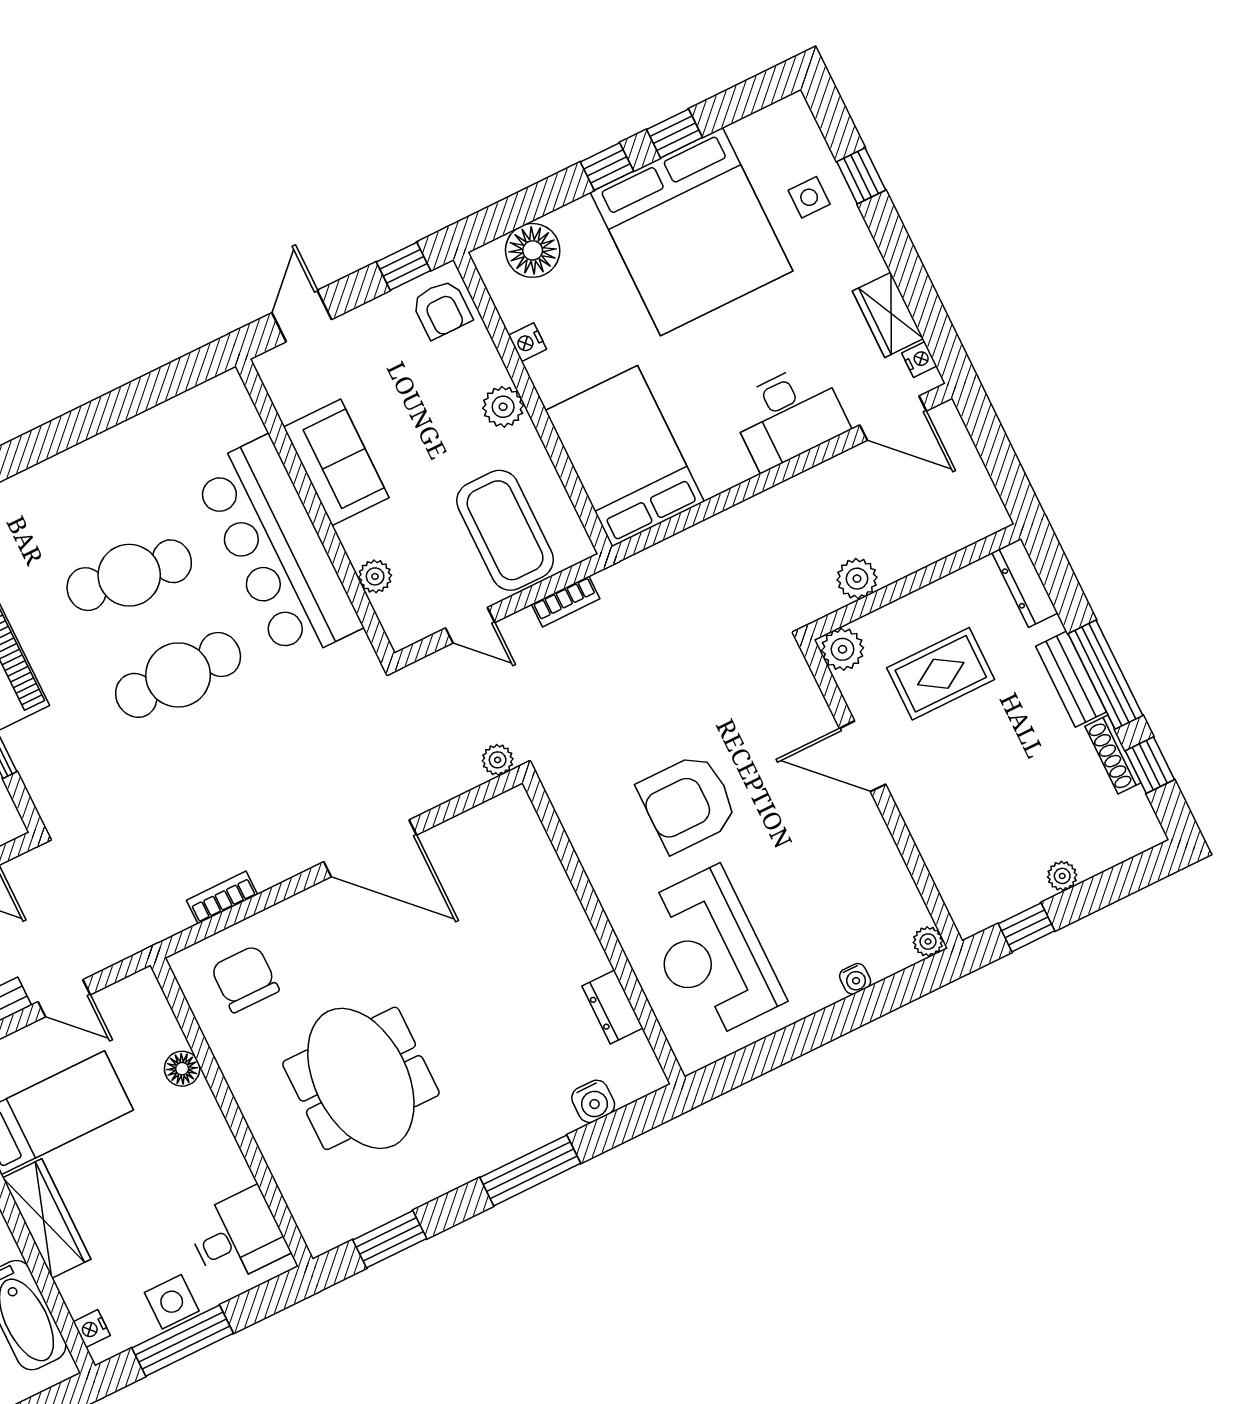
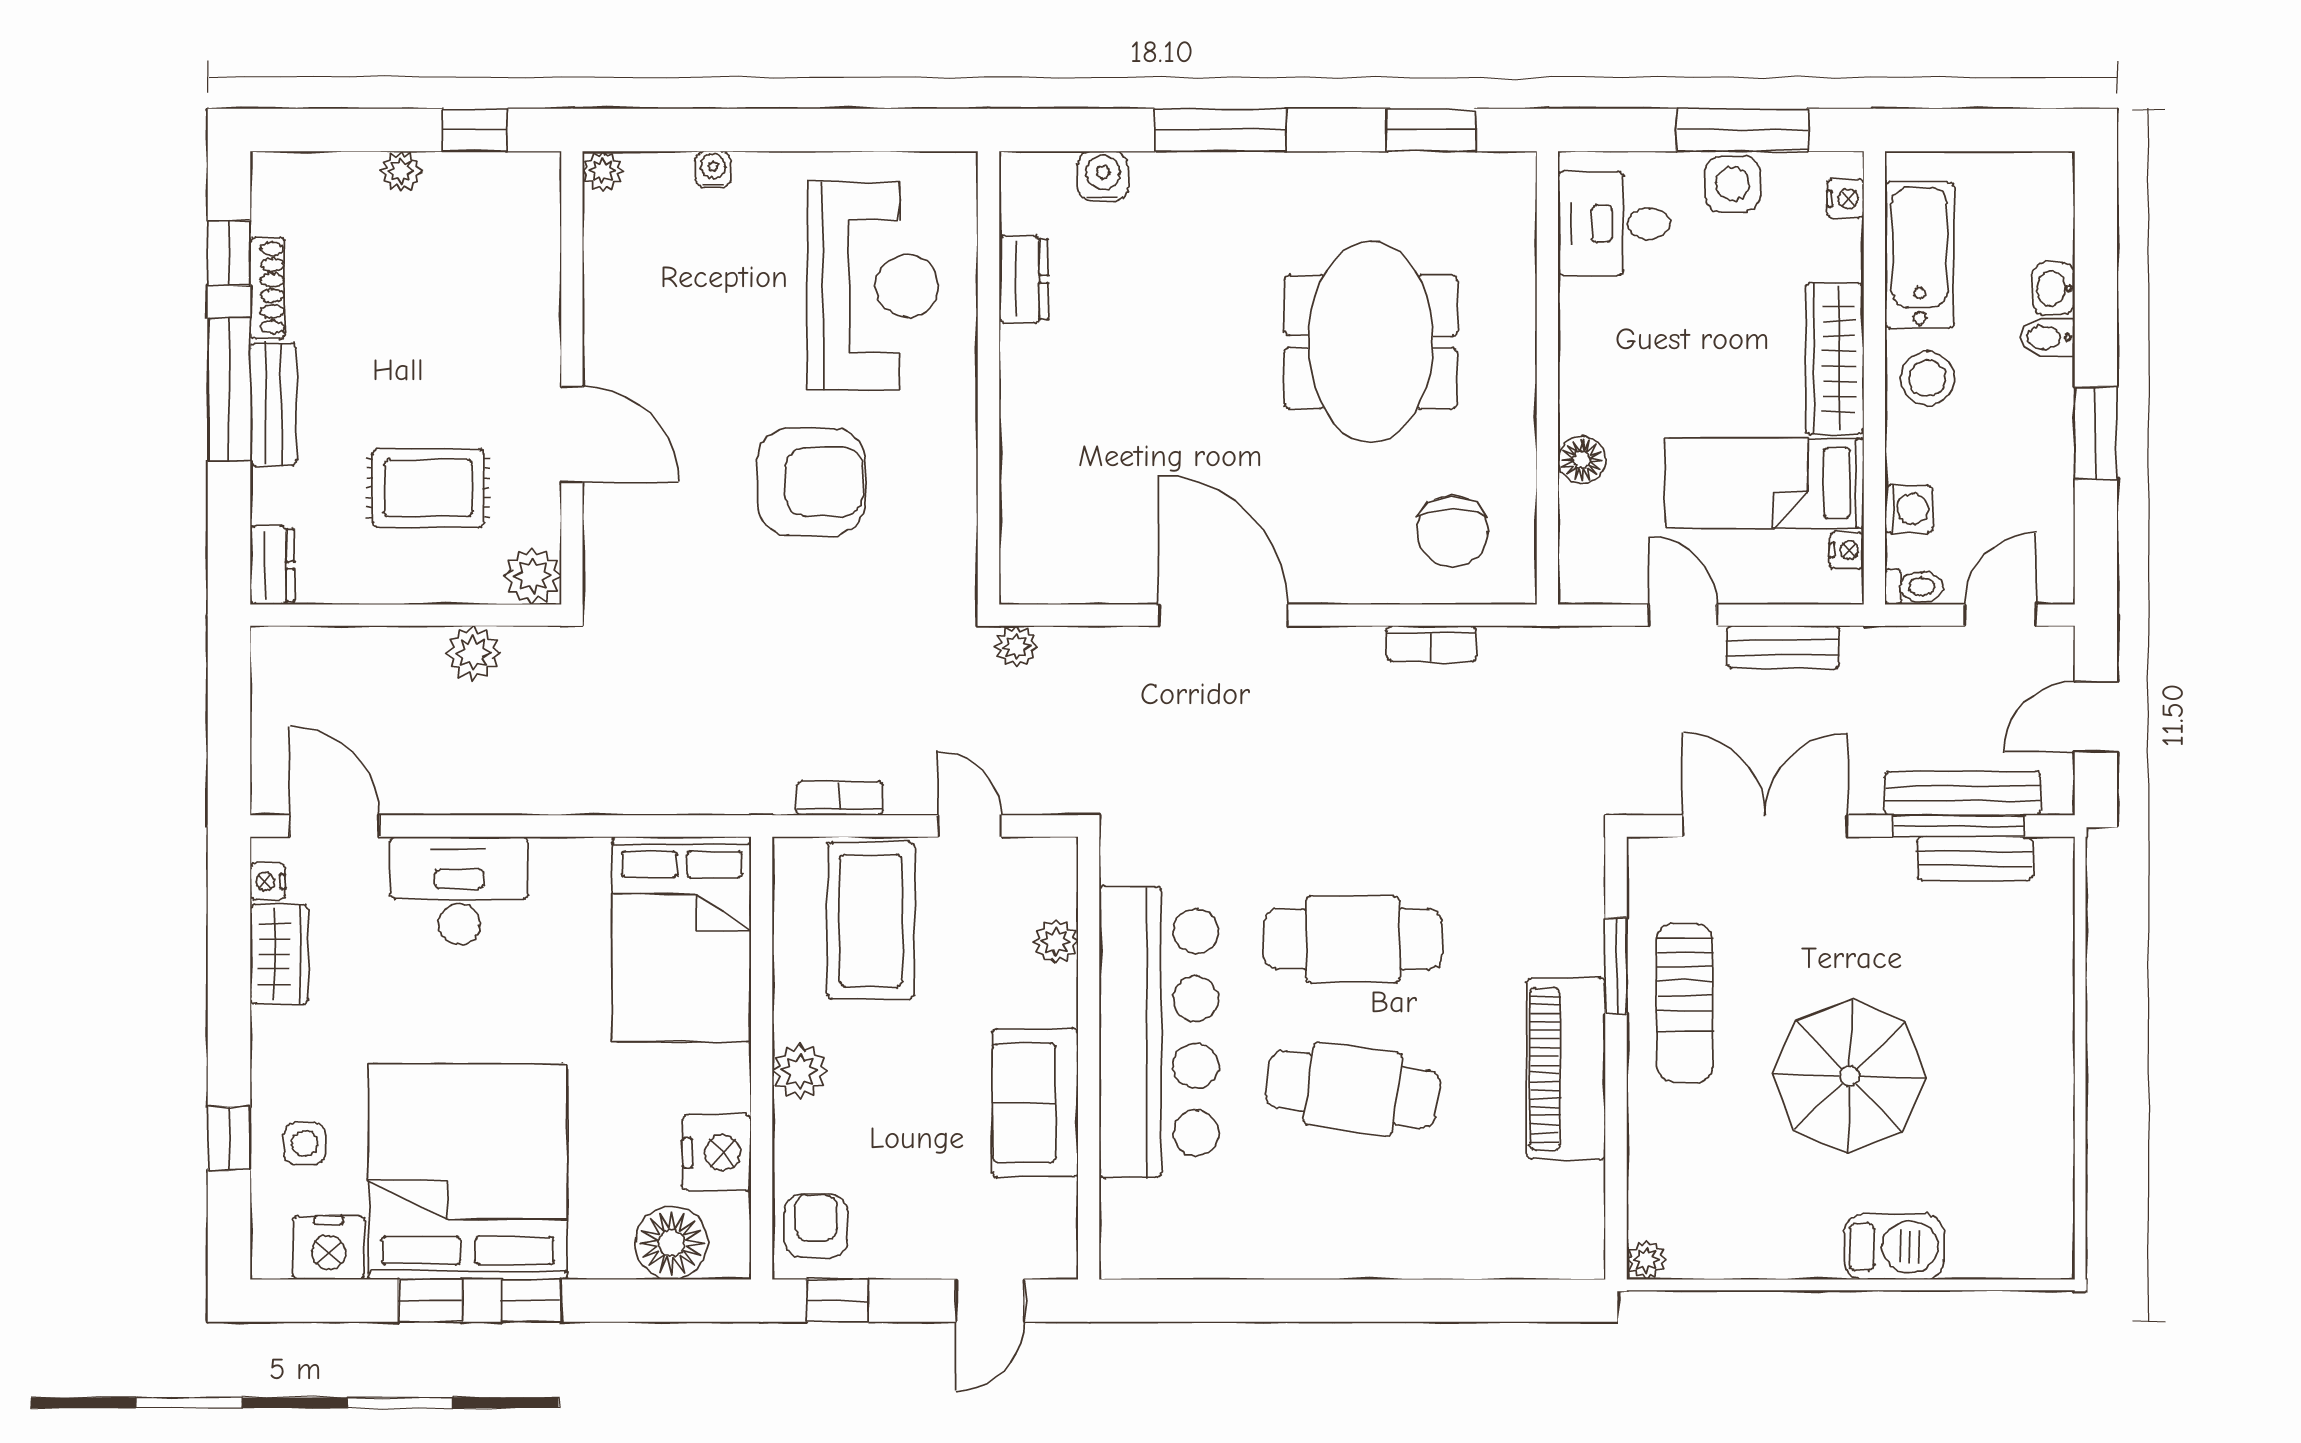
nightstand: (759, 136) -> (329, 1248), added
nightstand: (527, 342) -> (717, 1153), width x1.89, depth x1.79
dresser: (1025, 583) -> (272, 565), width x0.70

